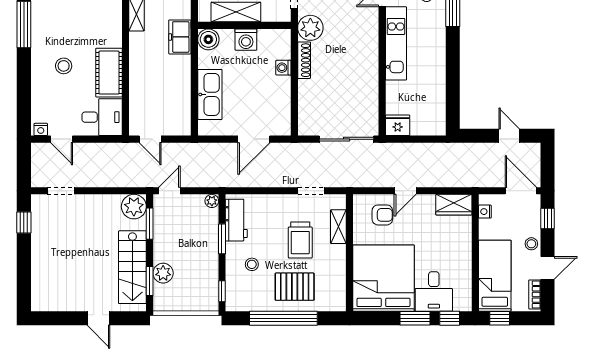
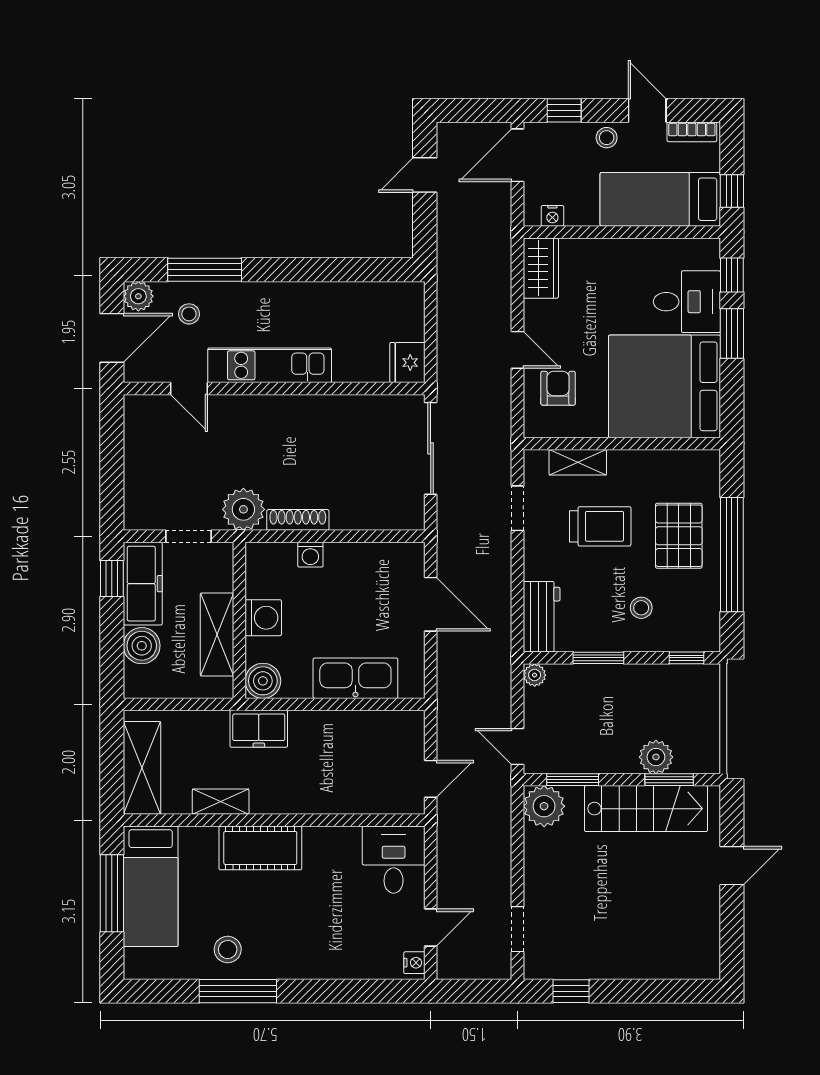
stool: (64, 66) -> (228, 950), moved
cot: (109, 73) -> (260, 848), moved
workbench: (236, 220) -> (542, 617), moved, turned 90

